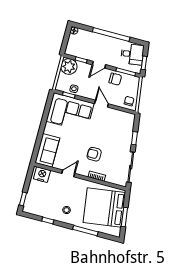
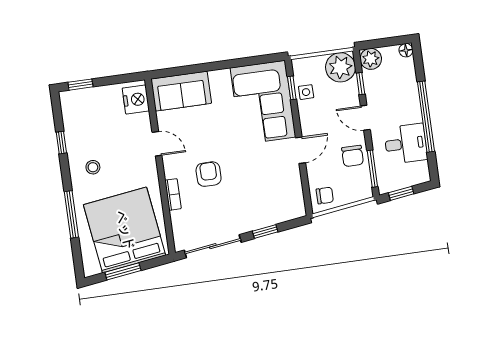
plant: (71, 50) -> (371, 59), added
desk: (132, 54) -> (406, 144), moved, turned -82

